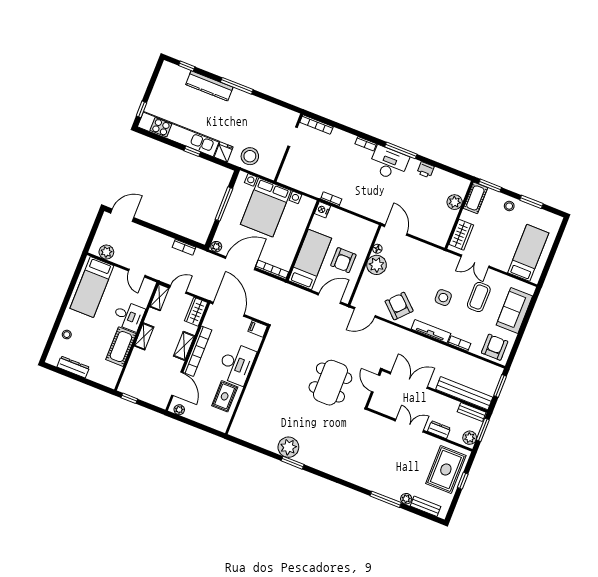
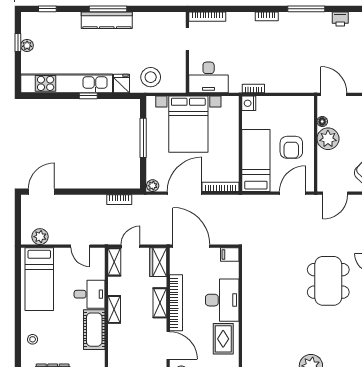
kitchen counter: (209, 86) -> (107, 20), moved
plant: (158, 90) -> (27, 45), added
window: (141, 109) -> (18, 43), moved
desk: (389, 163) -> (209, 77), moved, turned 180

